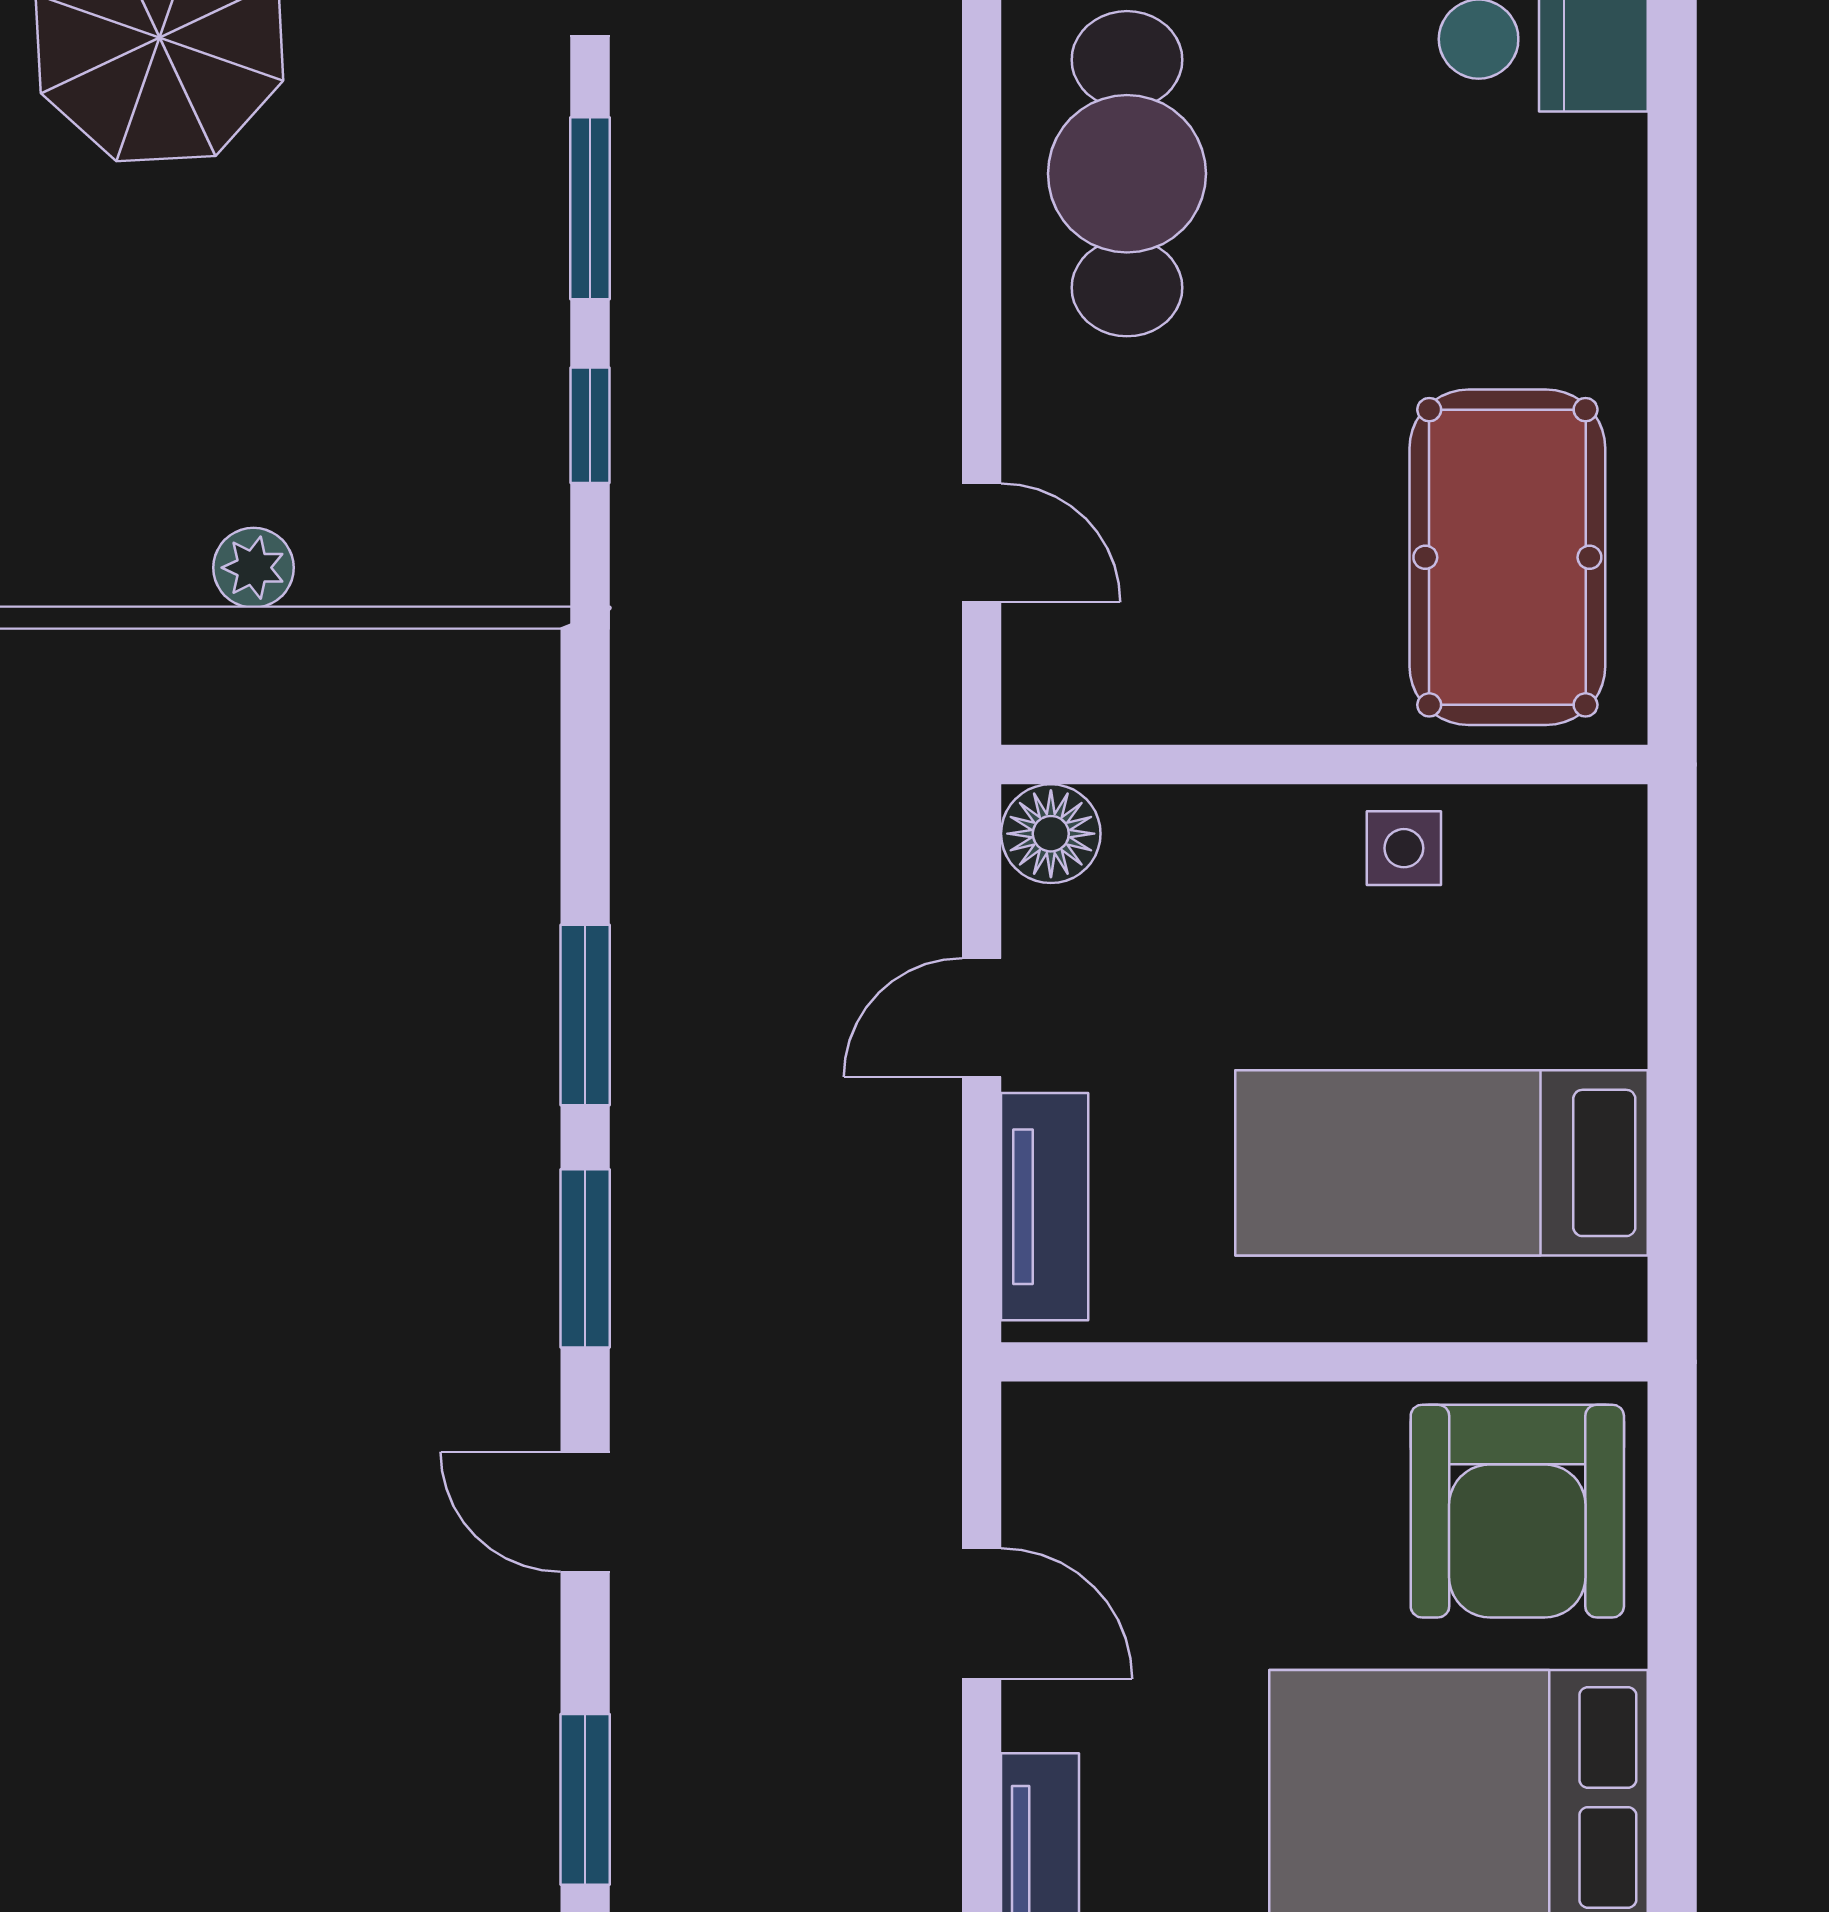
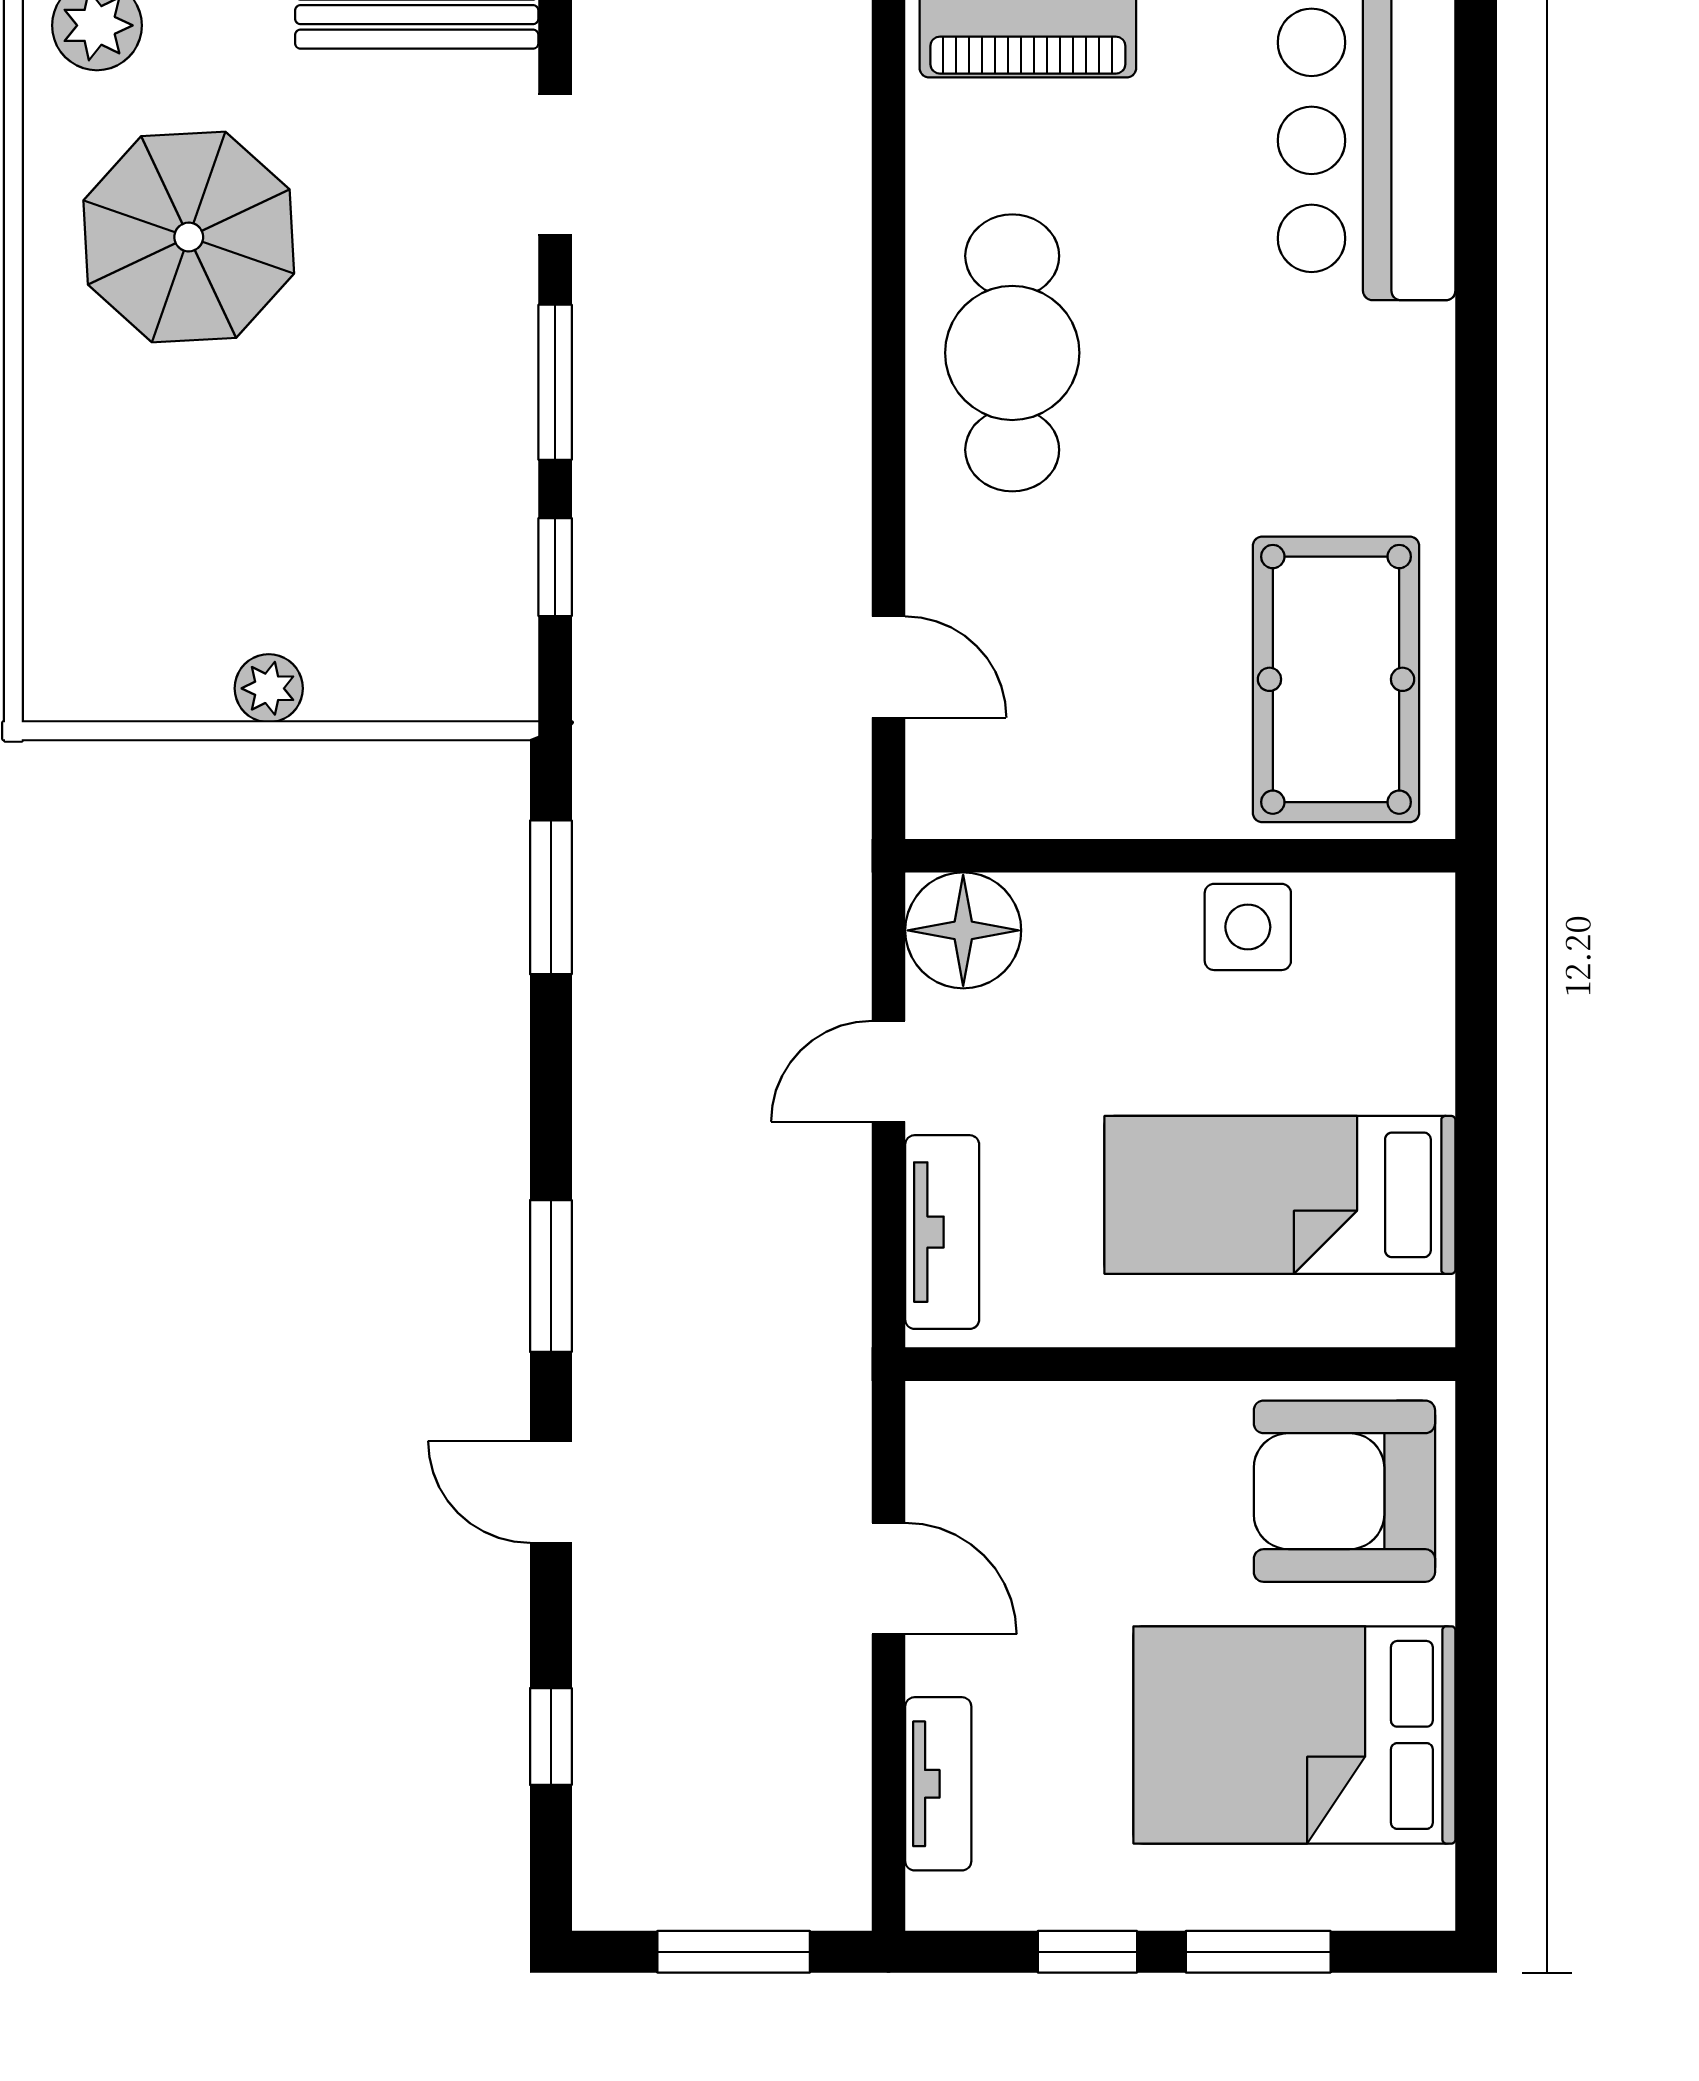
floor lamp: (1051, 834) -> (963, 930), width x1.38, depth x1.38
side table: (1404, 848) -> (1248, 927), width x1.37, depth x1.37
window: (585, 1015) -> (551, 897), moved
armchair: (1517, 1511) -> (1344, 1491), turned 90
window: (585, 1799) -> (551, 1737), width x0.67

